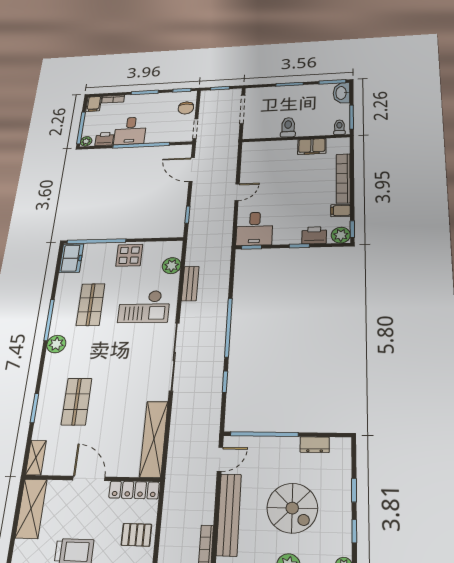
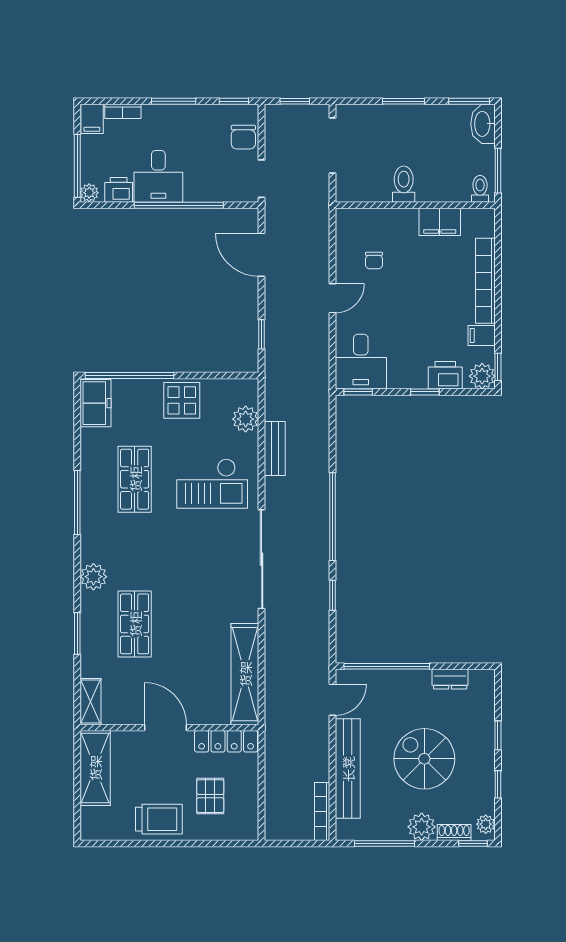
chair: (266, 170) -> (374, 260), added
plant: (56, 344) -> (93, 577), moved
spiral stairs: (292, 508) -> (424, 759), turned 180
pallet: (136, 535) -> (210, 796), moved, turned 90

